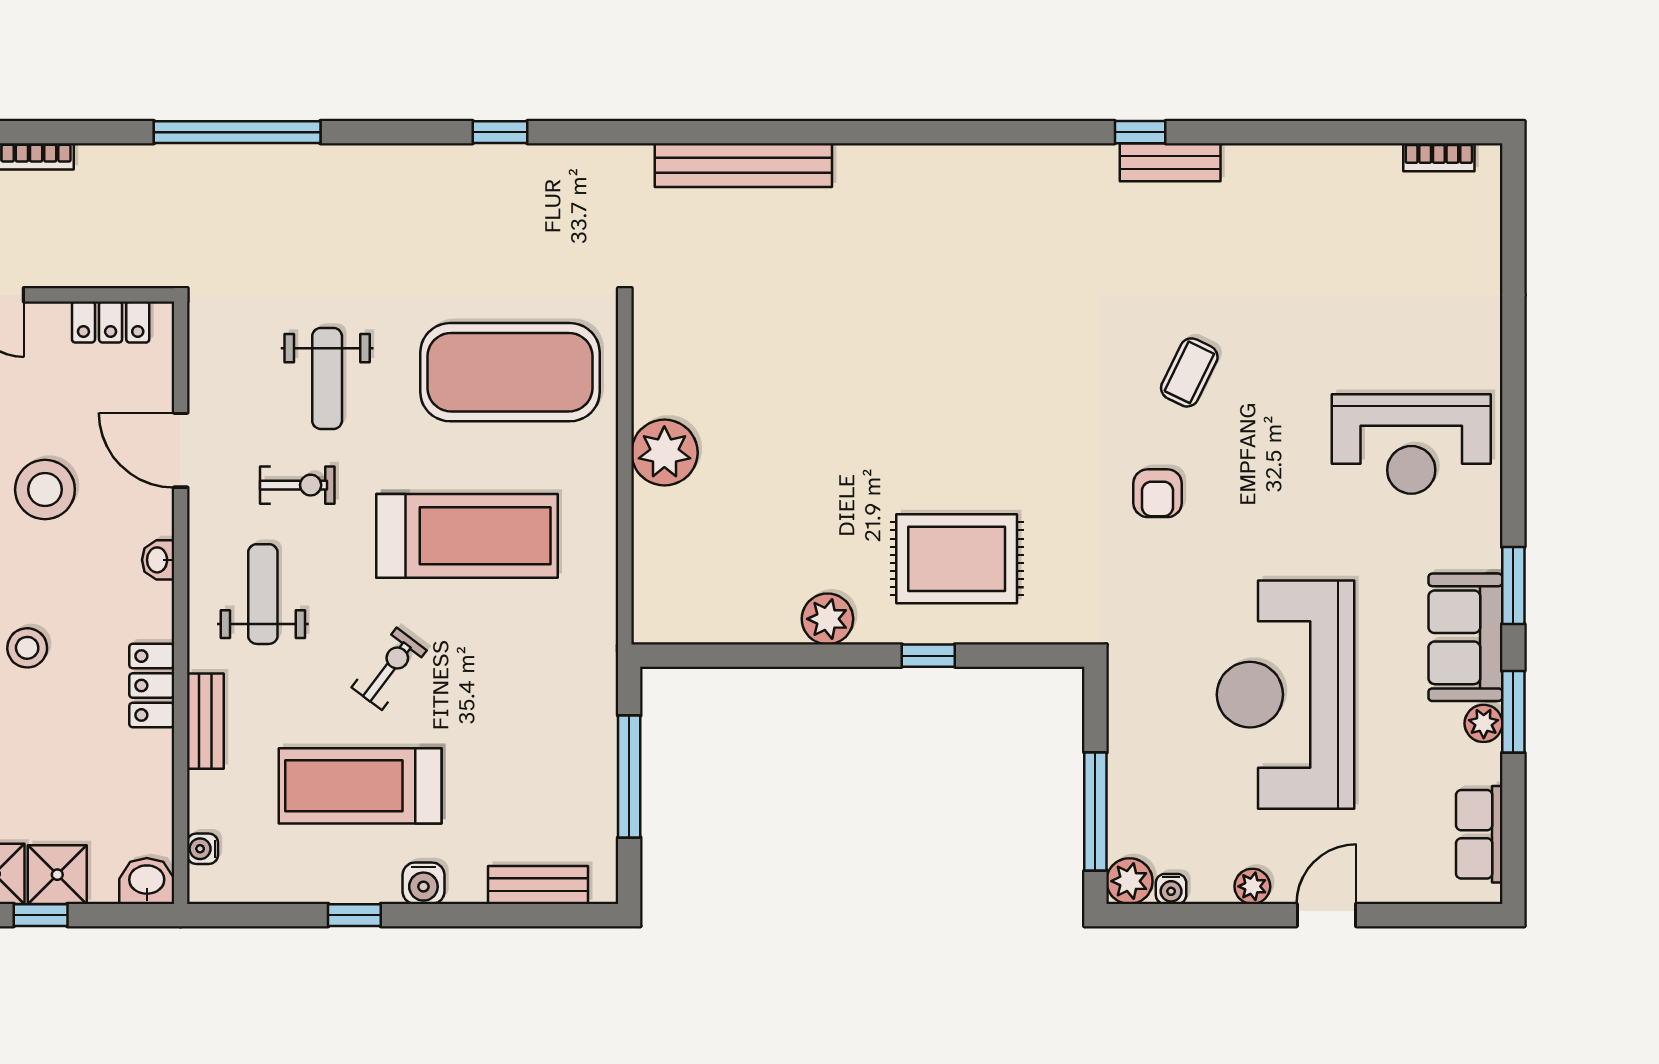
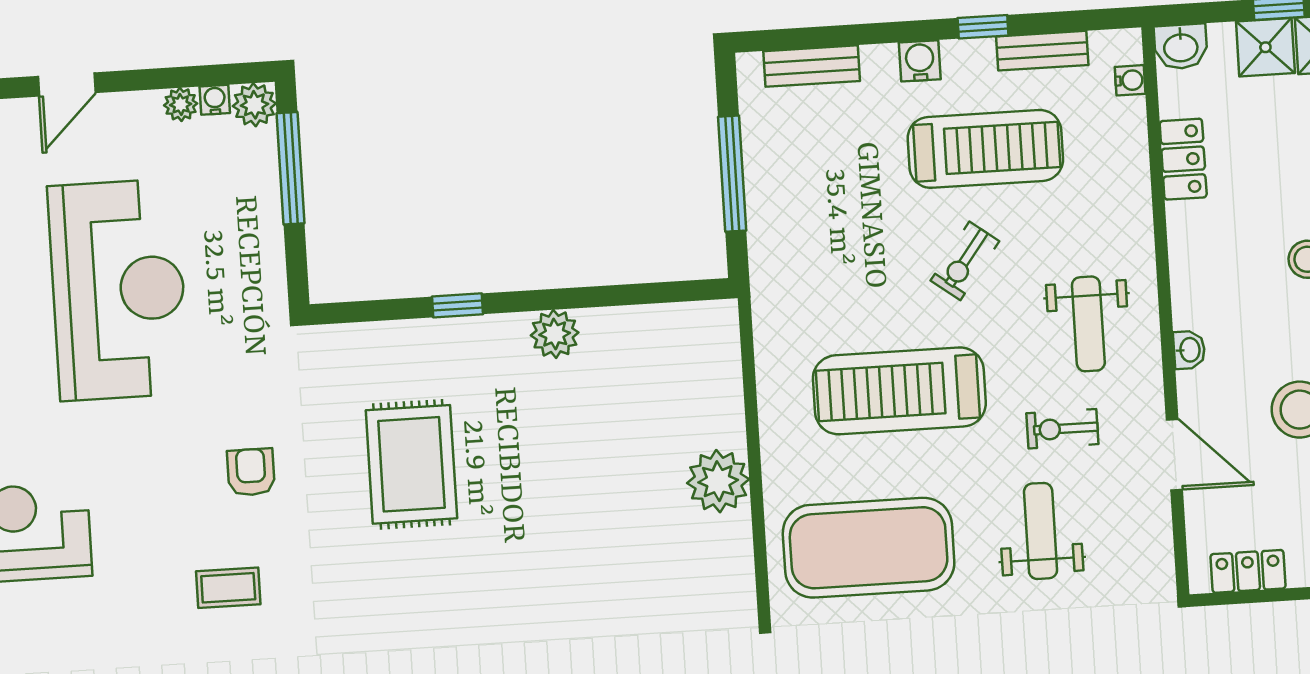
coffee table: (1189, 372) -> (228, 588), turned 64
rug: (957, 559) -> (411, 464), moved, turned 90
locker: (152, 685) -> (1183, 159), moved
bench: (205, 721) -> (1042, 51), moved, turned 90
plant: (1252, 886) -> (181, 104), moved

